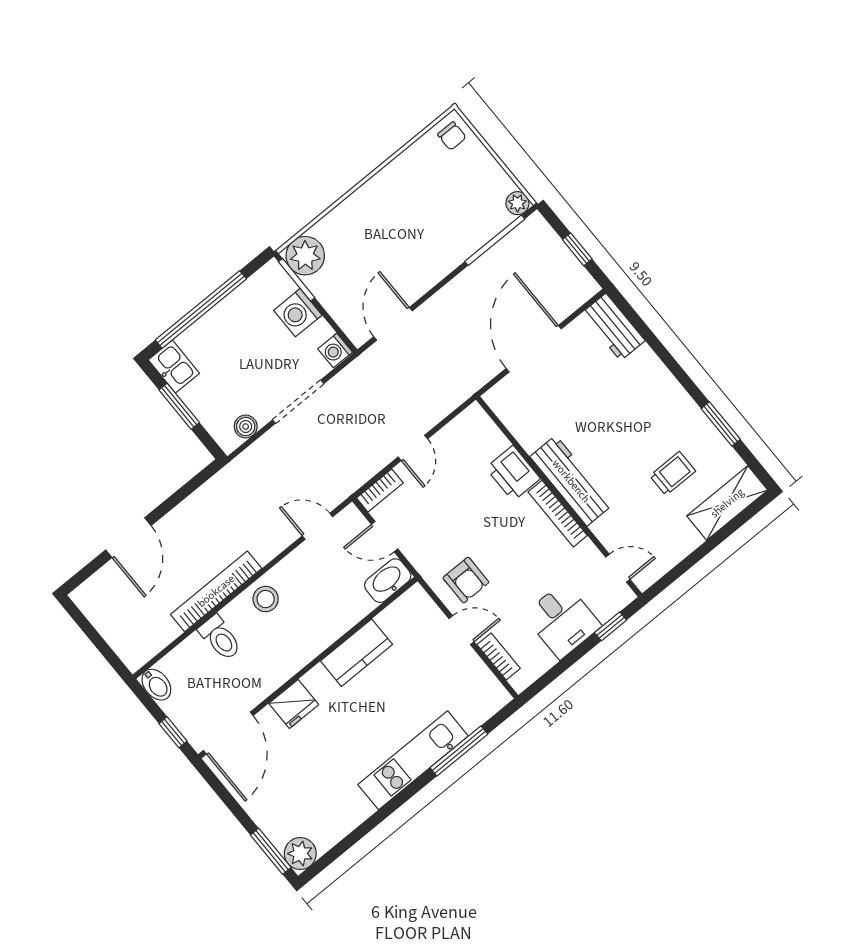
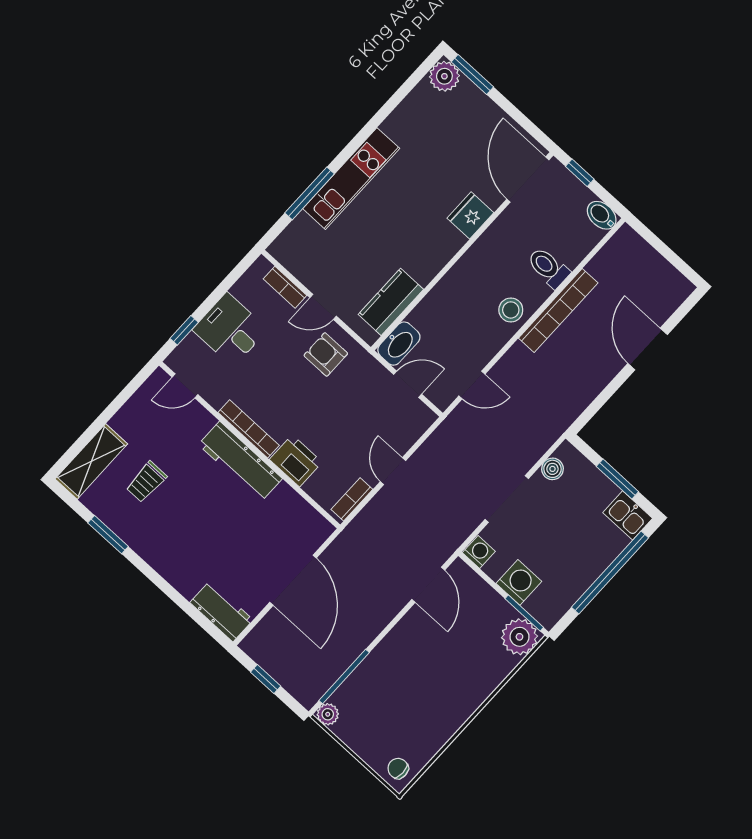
bookcase: (380, 490) -> (352, 499), moved
kitchen counter: (357, 653) -> (391, 302), moved

